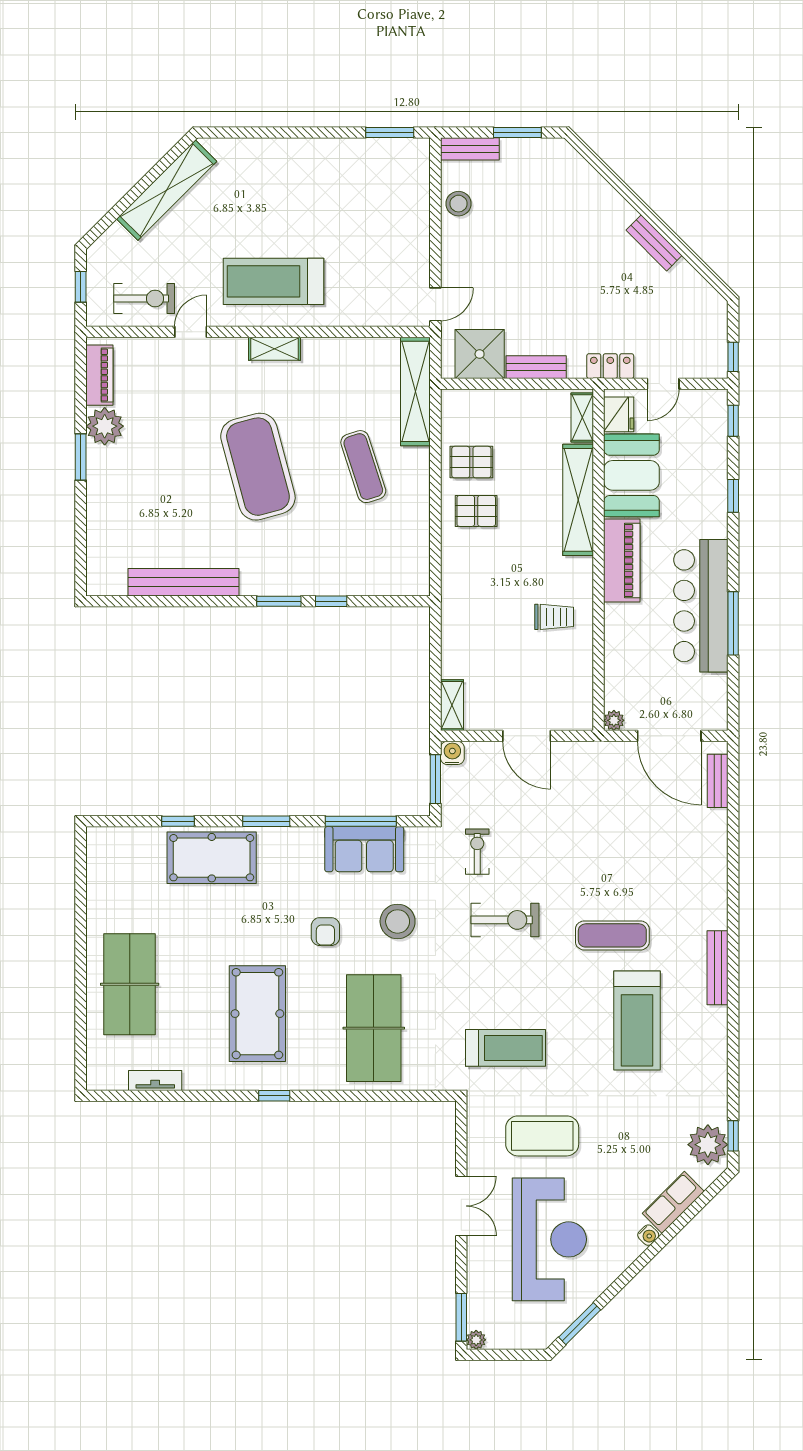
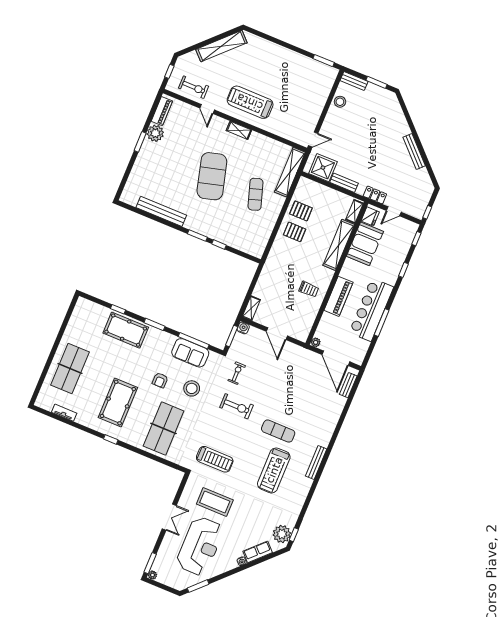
bench: (654, 243) -> (414, 152), width x1.36
door: (191, 332) -> (207, 109), swing flipped
piano: (622, 561) -> (339, 296), moved

